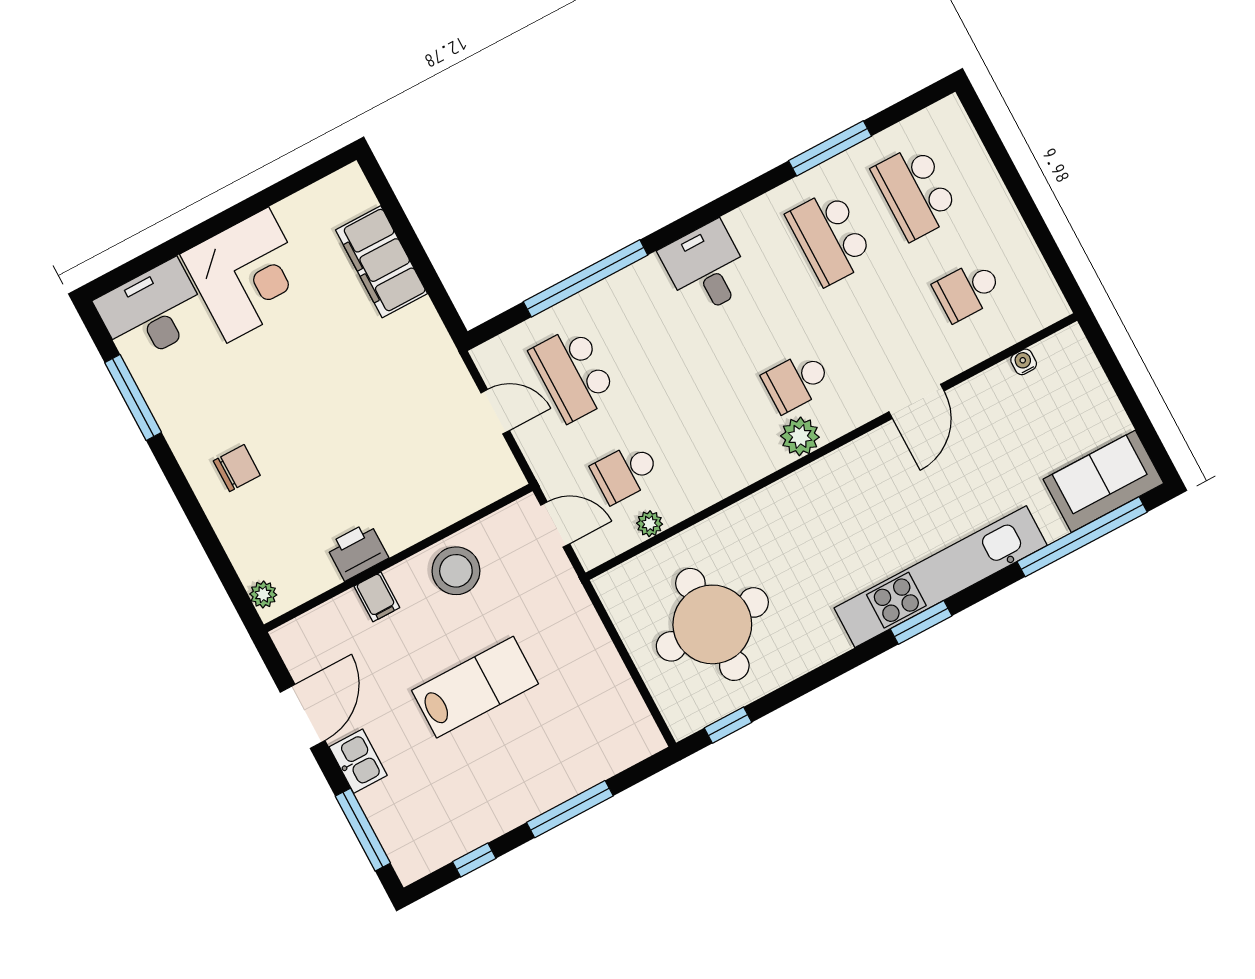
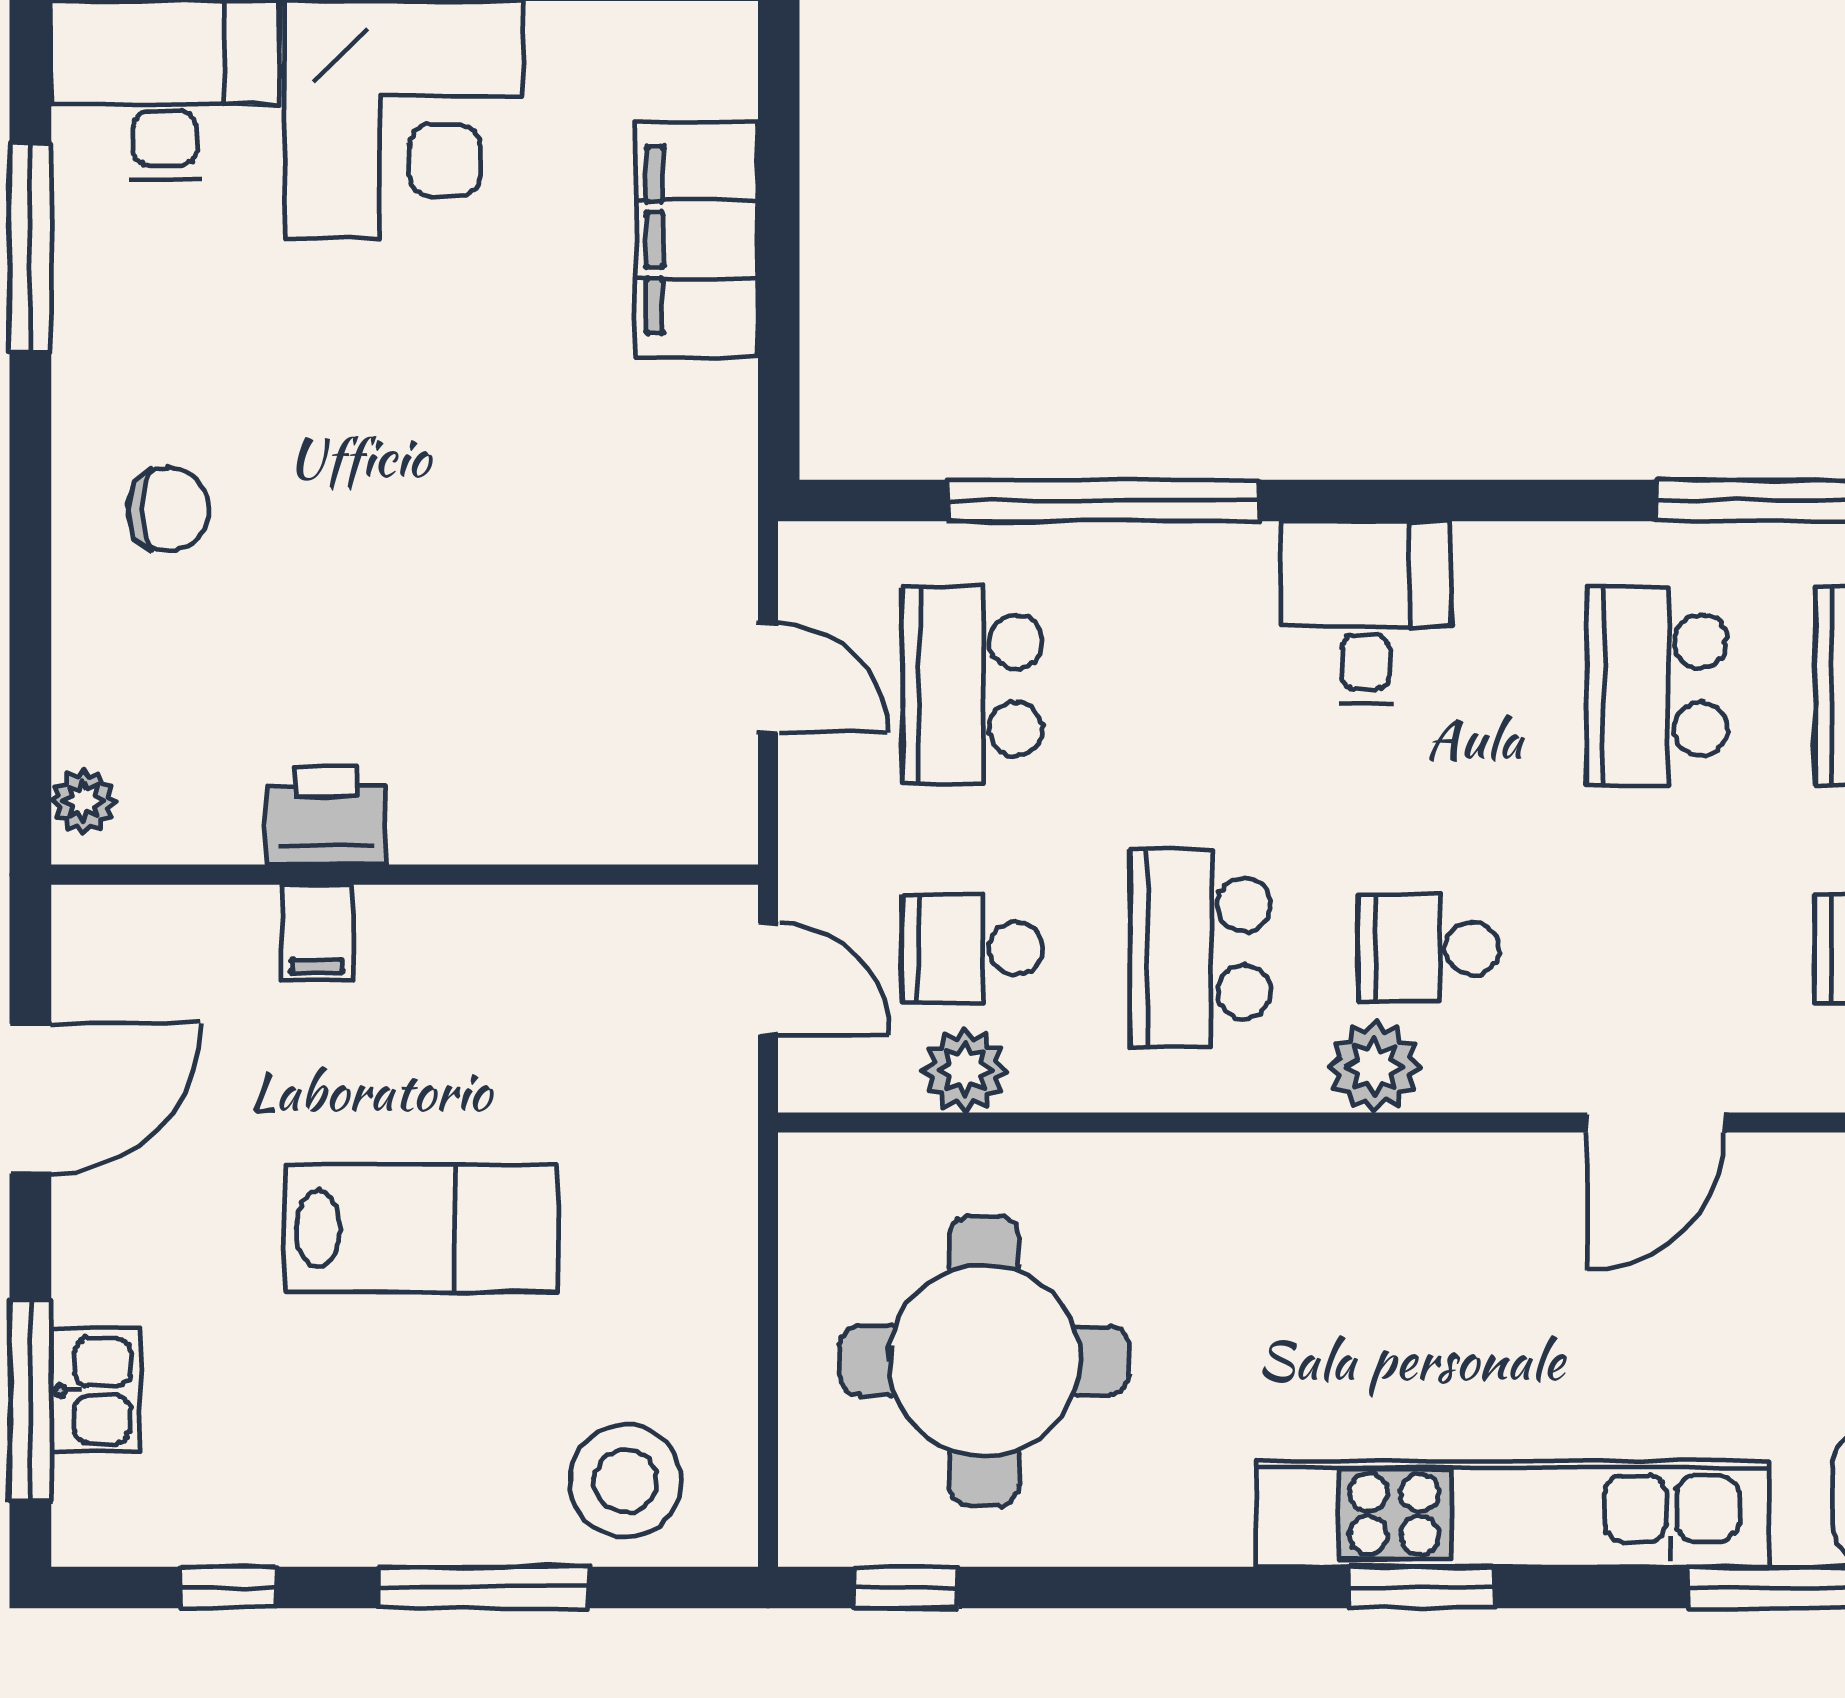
school desk: (711, 427) -> (1200, 948), added
plant: (650, 524) -> (965, 1070), width x1.38, depth x1.38
stool: (456, 571) -> (625, 1481), moved
kitchen sink: (358, 761) -> (96, 1391), moved

